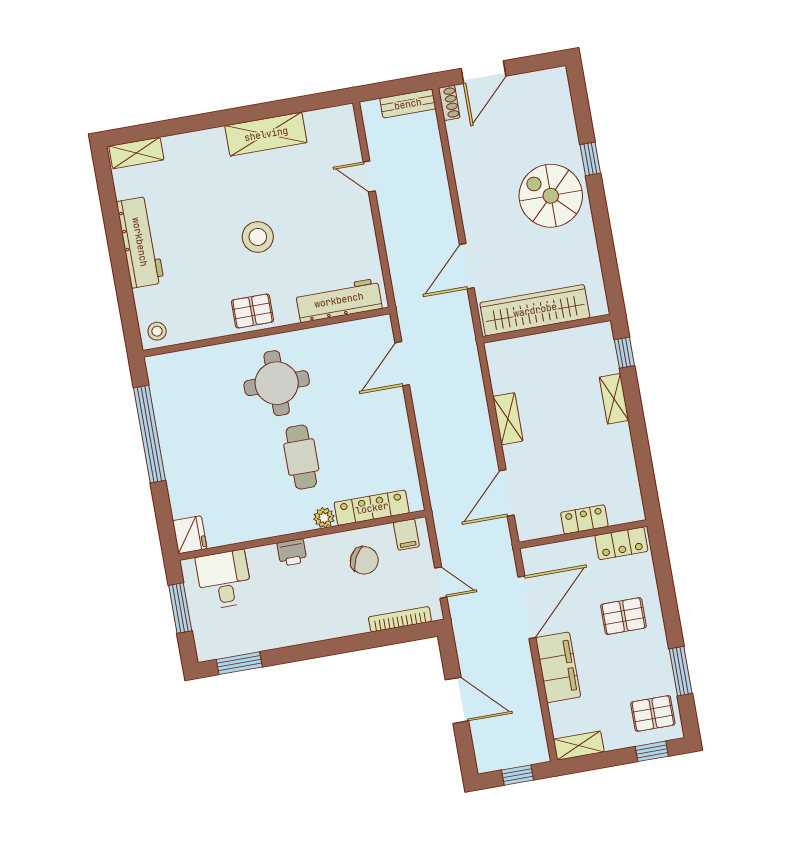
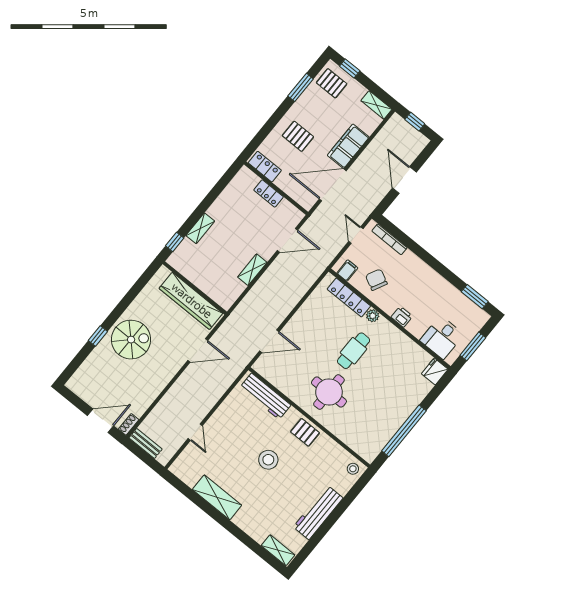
spiral stairs: (551, 196) -> (131, 340), turned -90

